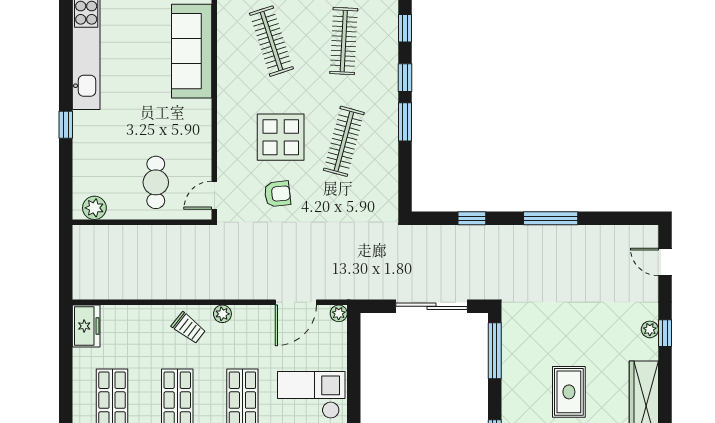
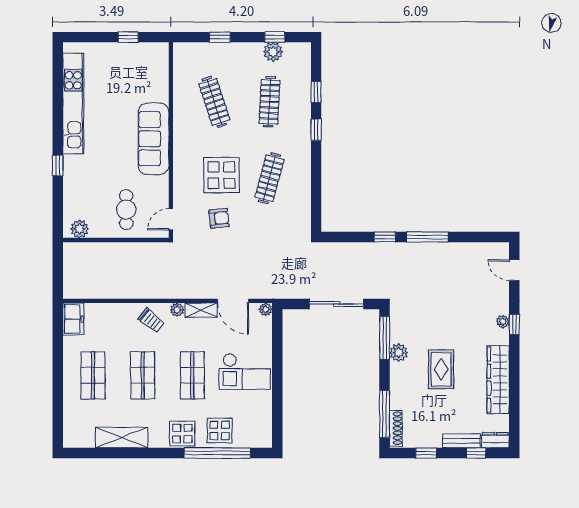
sofa: (192, 51) -> (154, 139), moved
window: (405, 122) -> (316, 163), removed
window: (472, 218) -> (385, 237), moved
door: (296, 302) -> (233, 301), hinge flipped
shelving: (254, 314) -> (201, 310), added
plant: (513, 370) -> (399, 353), added
checkout: (311, 395) -> (245, 371), turned 180

